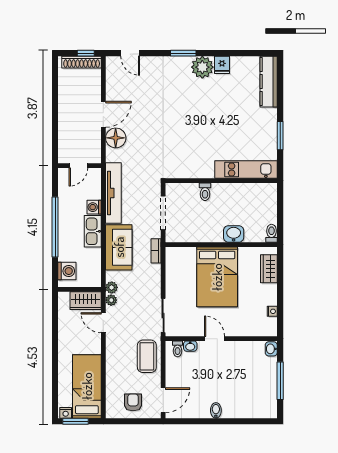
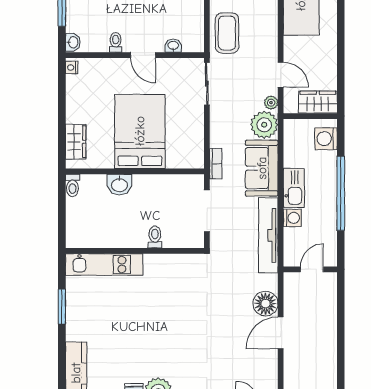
plant: (112, 287) -> (264, 125), width x1.87, depth x1.87
wardrobe: (86, 301) -> (318, 102), moved
nightstand: (272, 311) -> (72, 67), moved
toilet: (178, 349) -> (116, 42), moved

